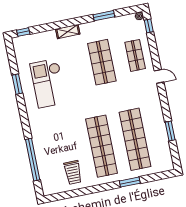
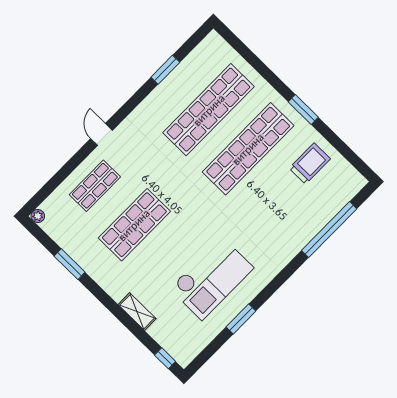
window: (149, 26) -> (43, 194), removed
shelving: (68, 32) -> (137, 312), moved
window: (130, 182) -> (303, 109), moved

